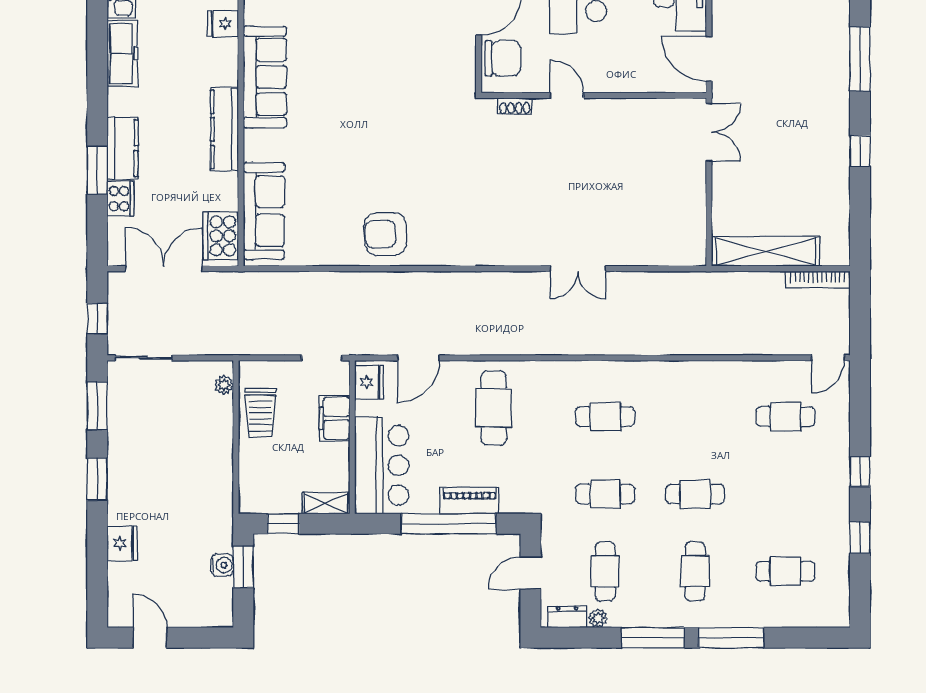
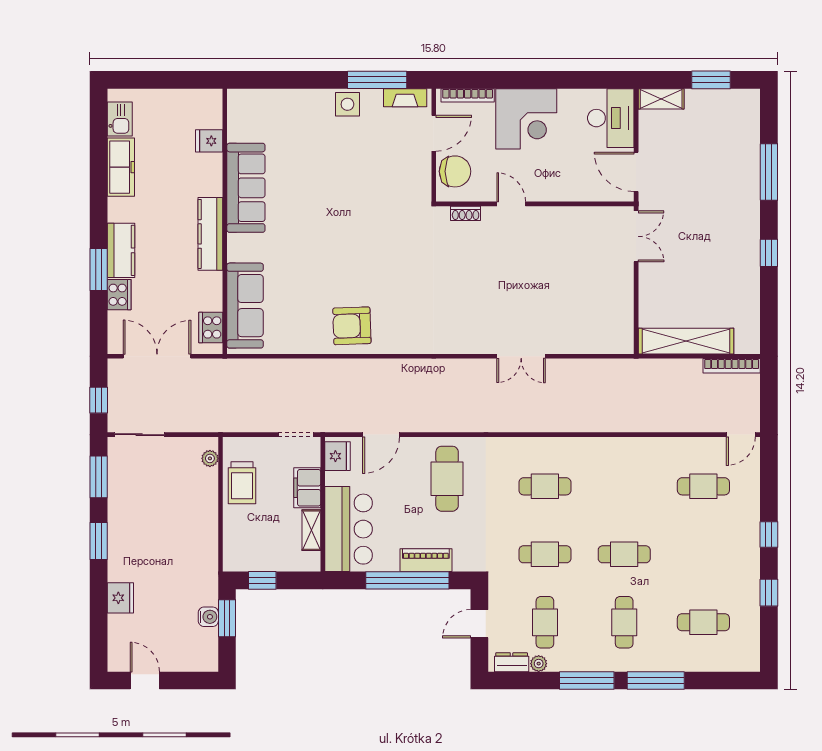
cooker: (221, 236) -> (211, 327), width x0.73, depth x0.76
shelving: (326, 503) -> (311, 530), moved, turned 90

